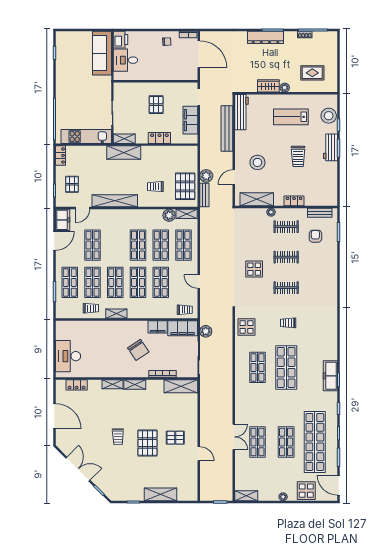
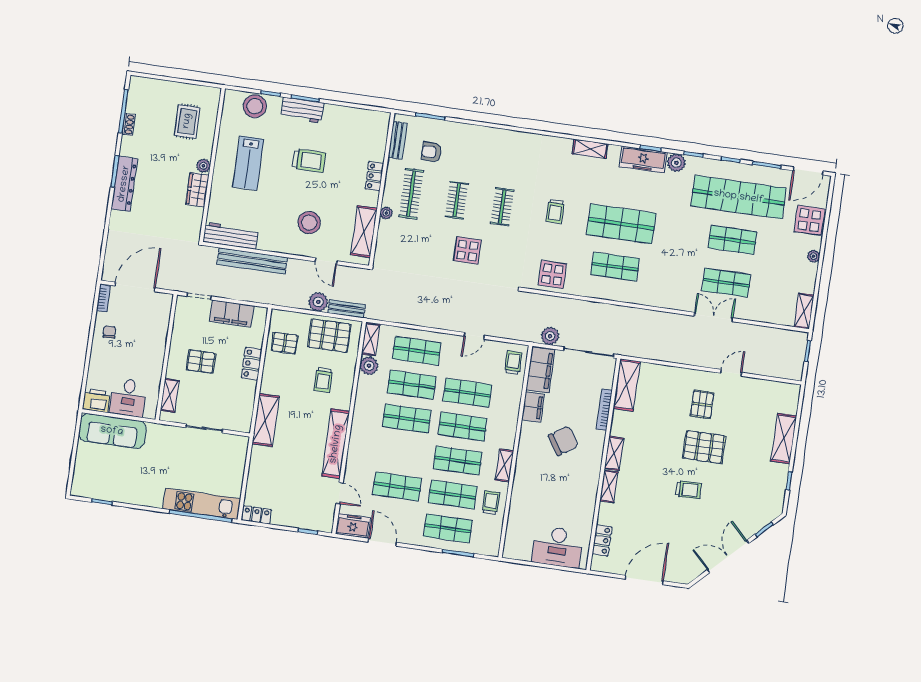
kitchen unit: (86, 136) -> (202, 504), moved, turned 90
shelving: (124, 139) -> (170, 395), moved
pallet: (72, 184) -> (285, 343), moved
clothes rail: (286, 227) -> (411, 194), width x1.36
shelving: (332, 340) -> (590, 149), added
plant: (331, 398) -> (676, 163), added

